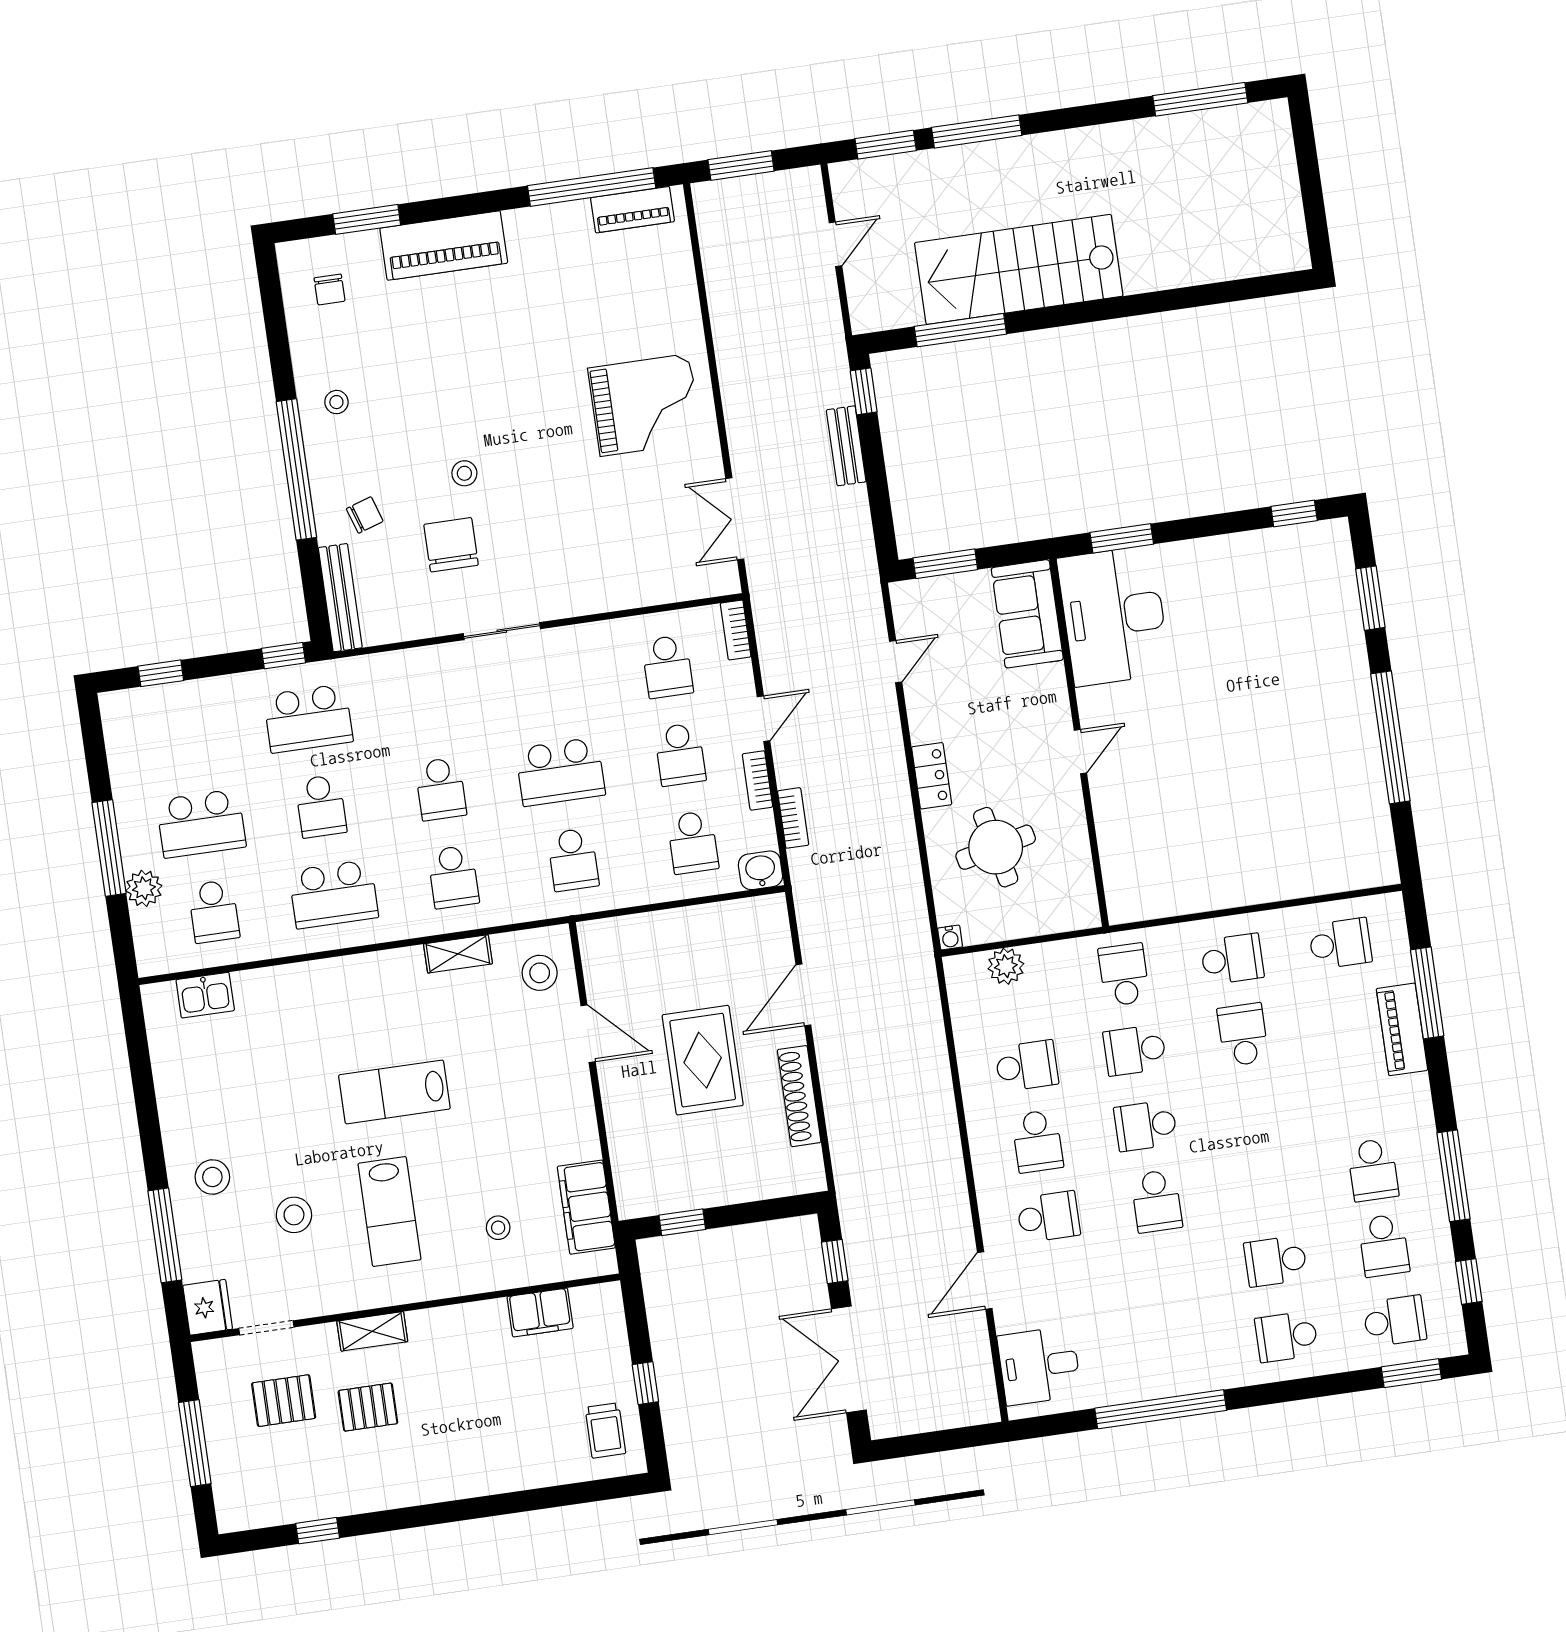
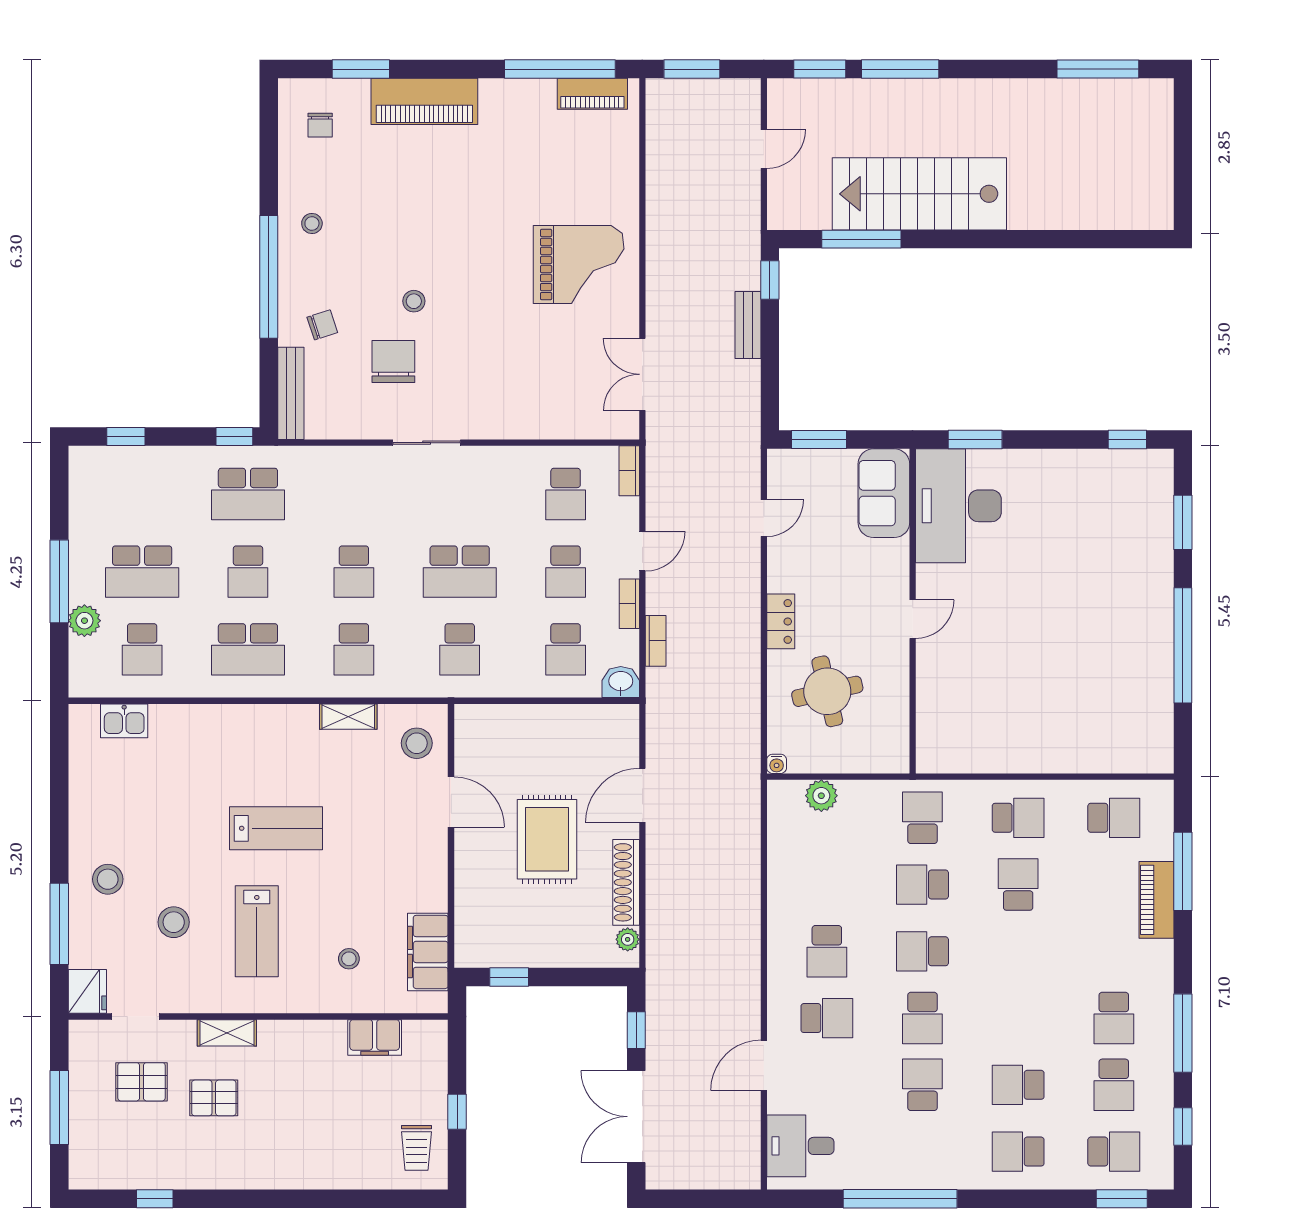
school desk: (1027, 1066) -> (922, 1085), moved, turned -90
lab bench: (394, 1092) -> (276, 828), turned 180
plant: (810, 1160) -> (628, 939), added

